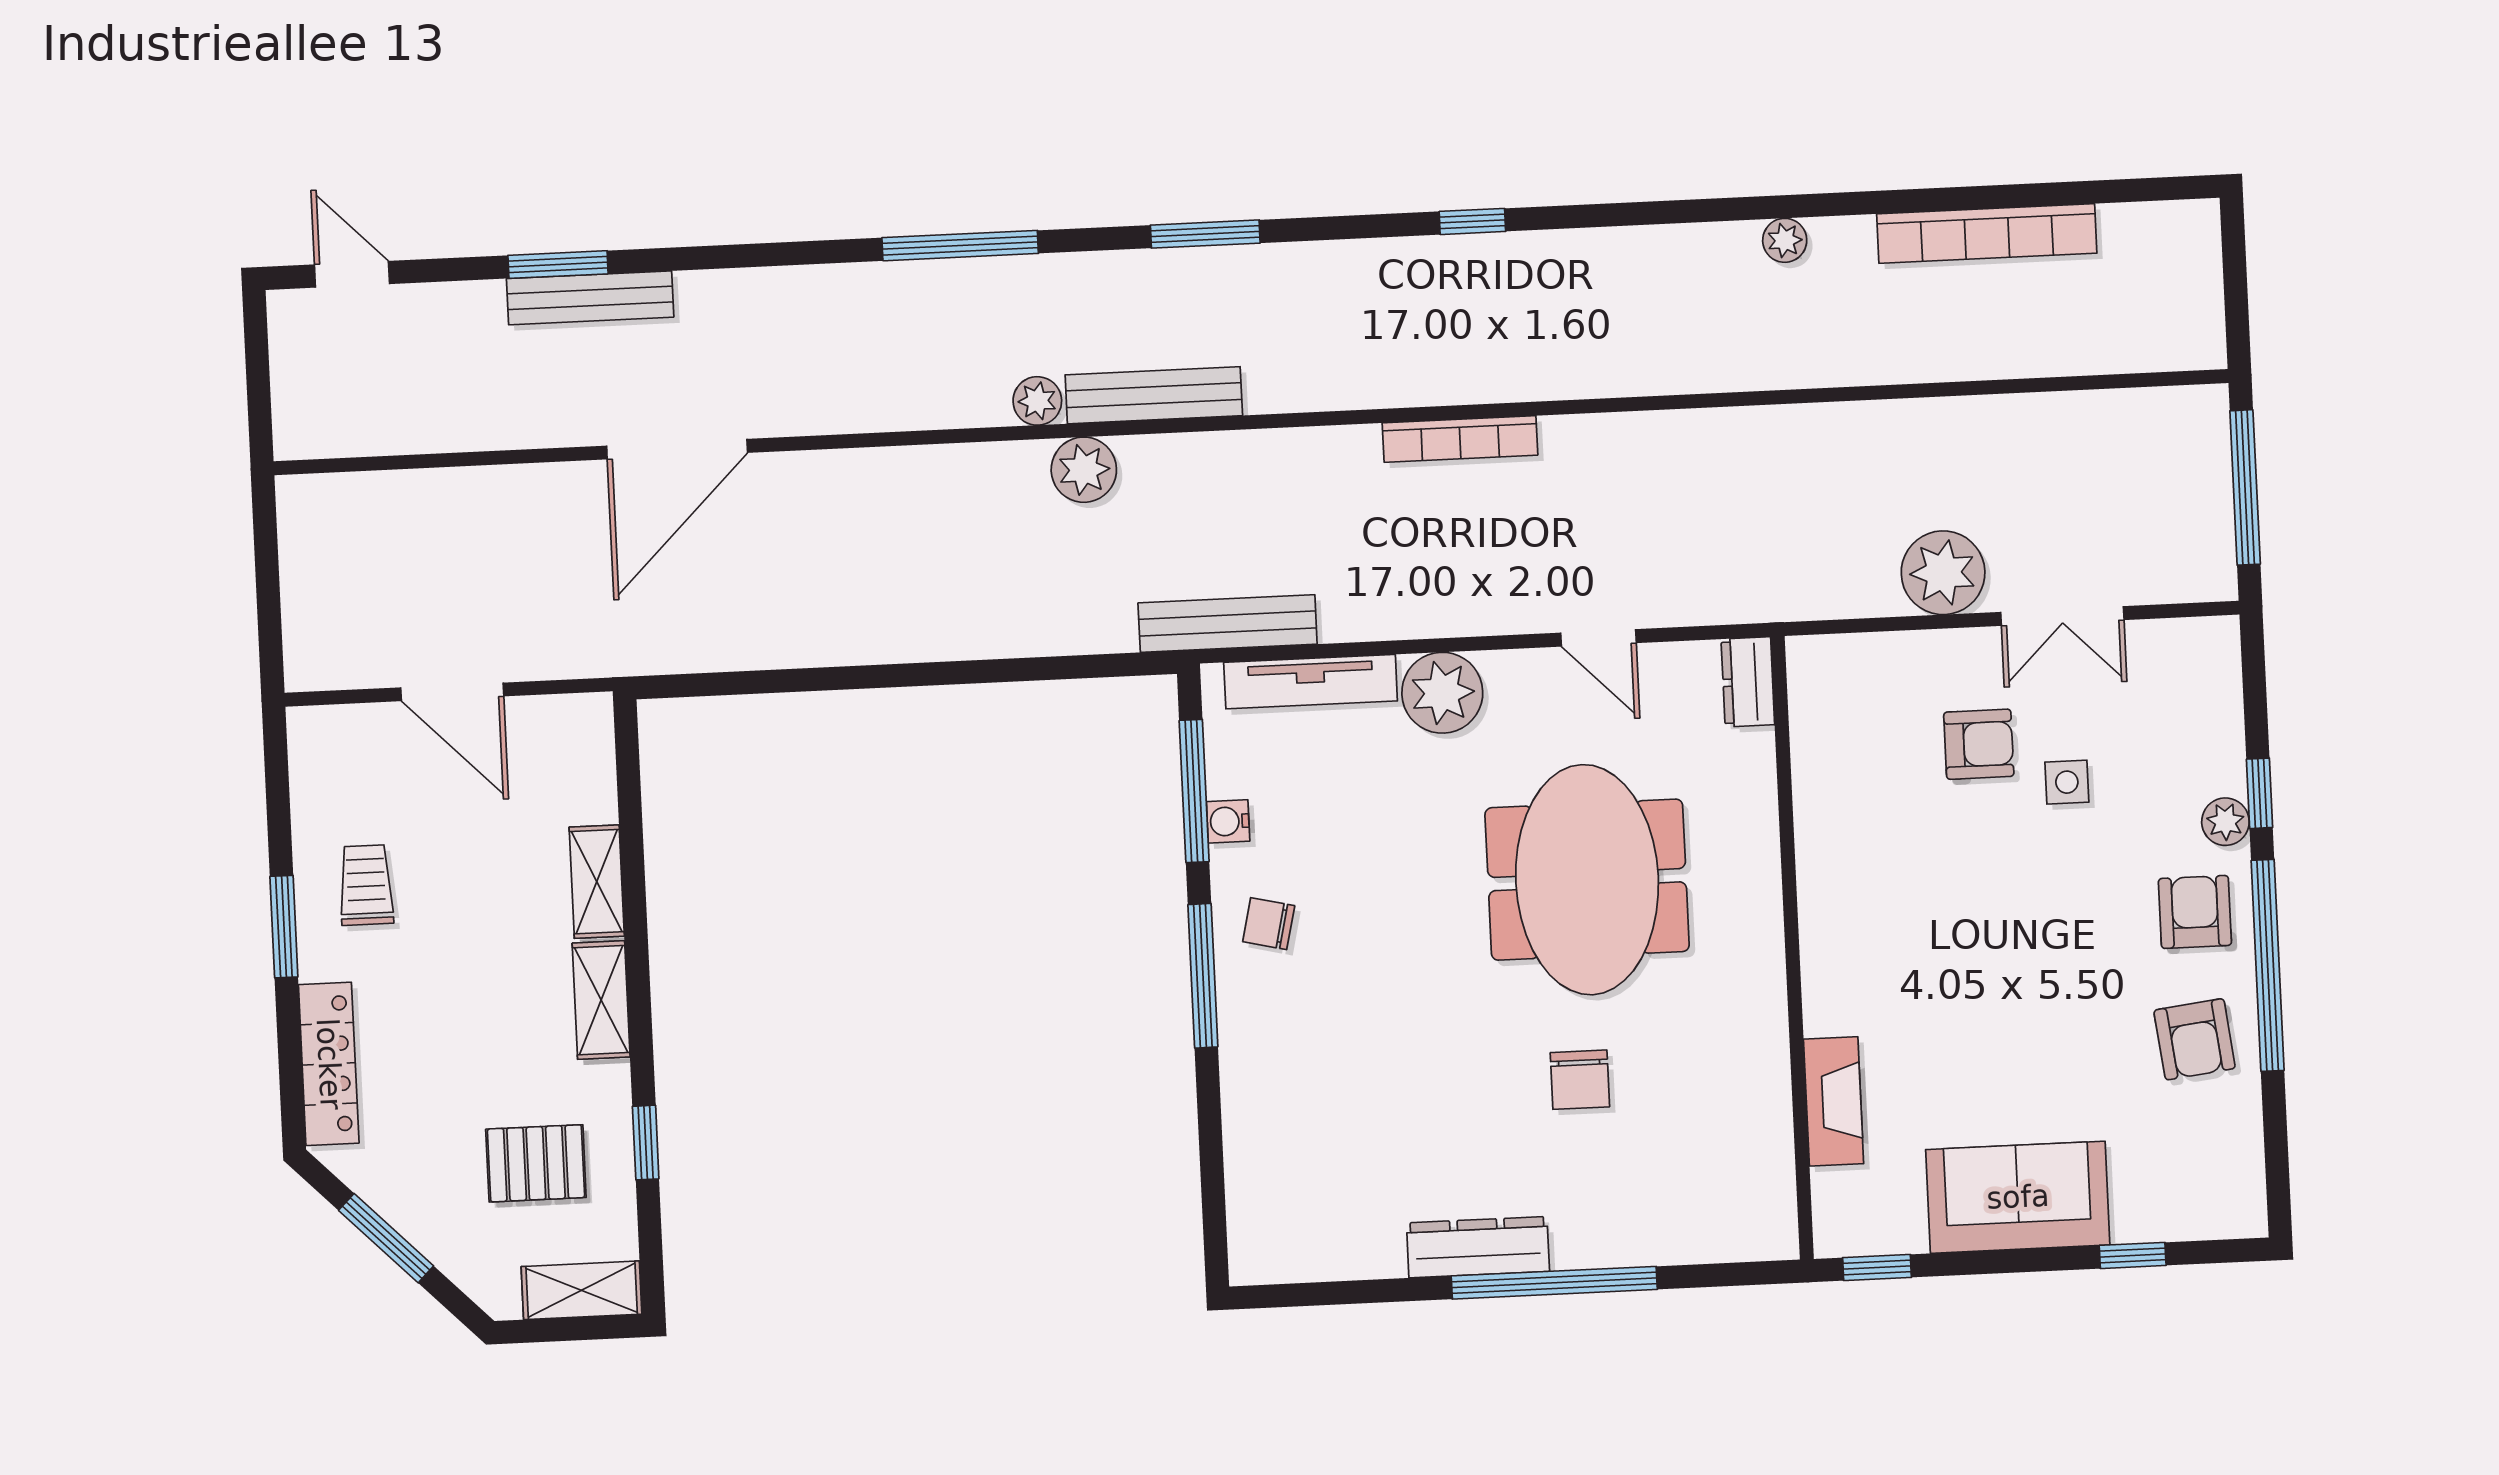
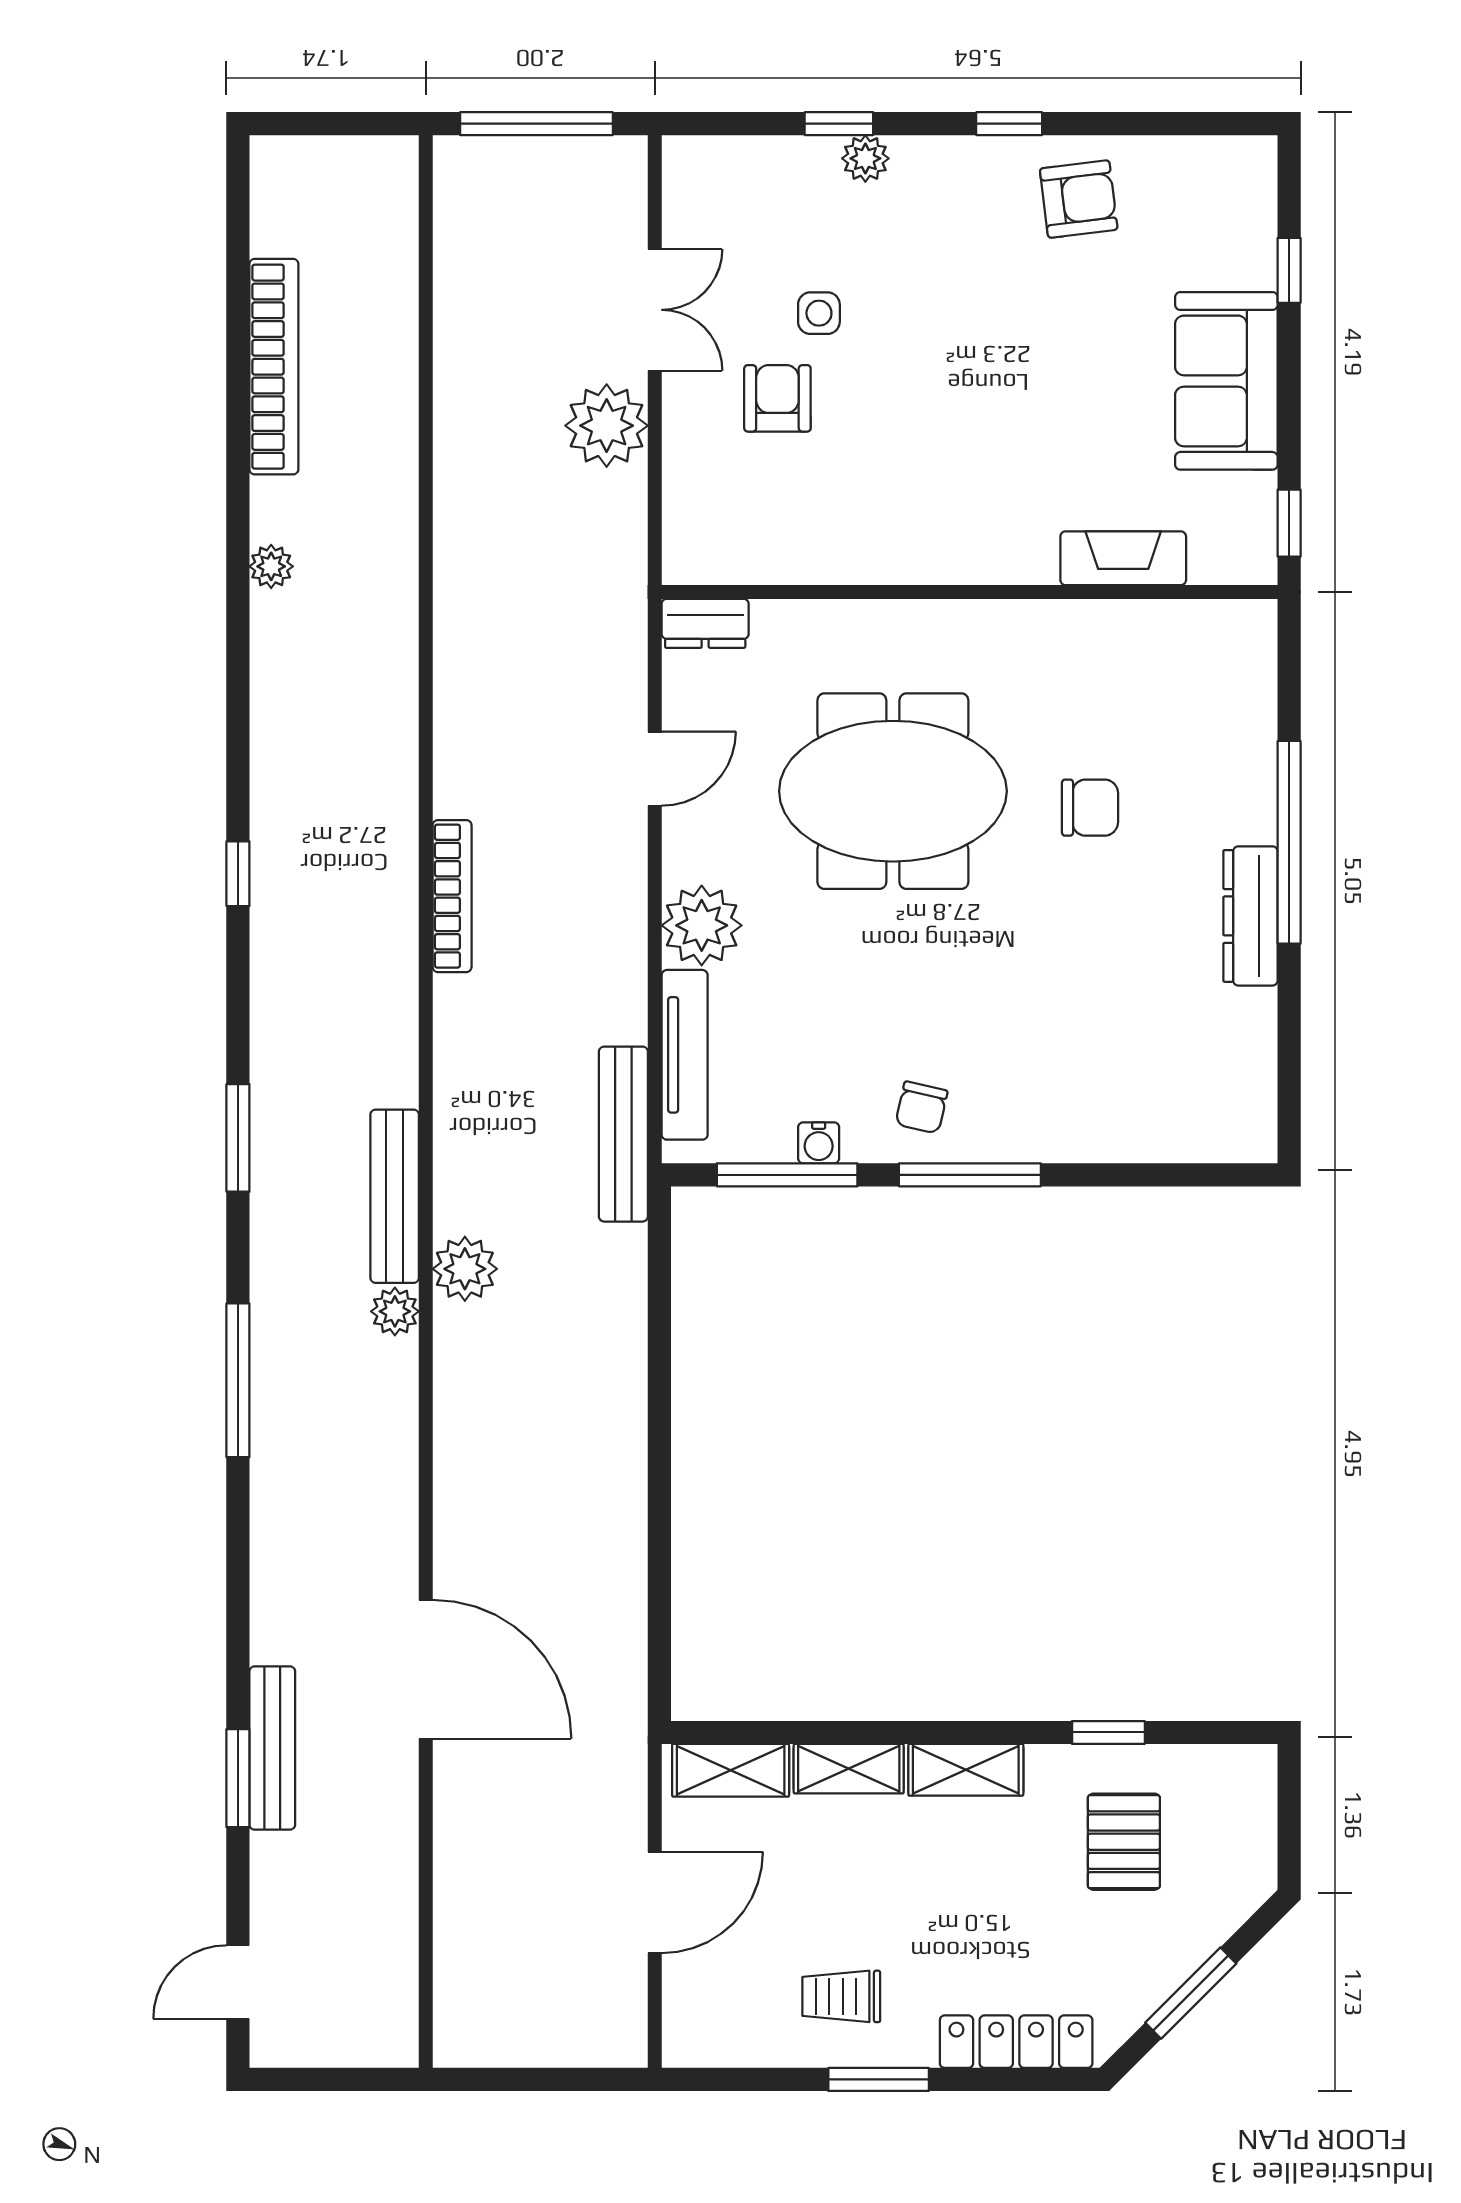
armchair: (2195, 912) -> (953, 193), removed
window: (2268, 965) -> (1009, 124), width x0.32
shelving: (582, 1290) -> (731, 1770), moved, turned 90

